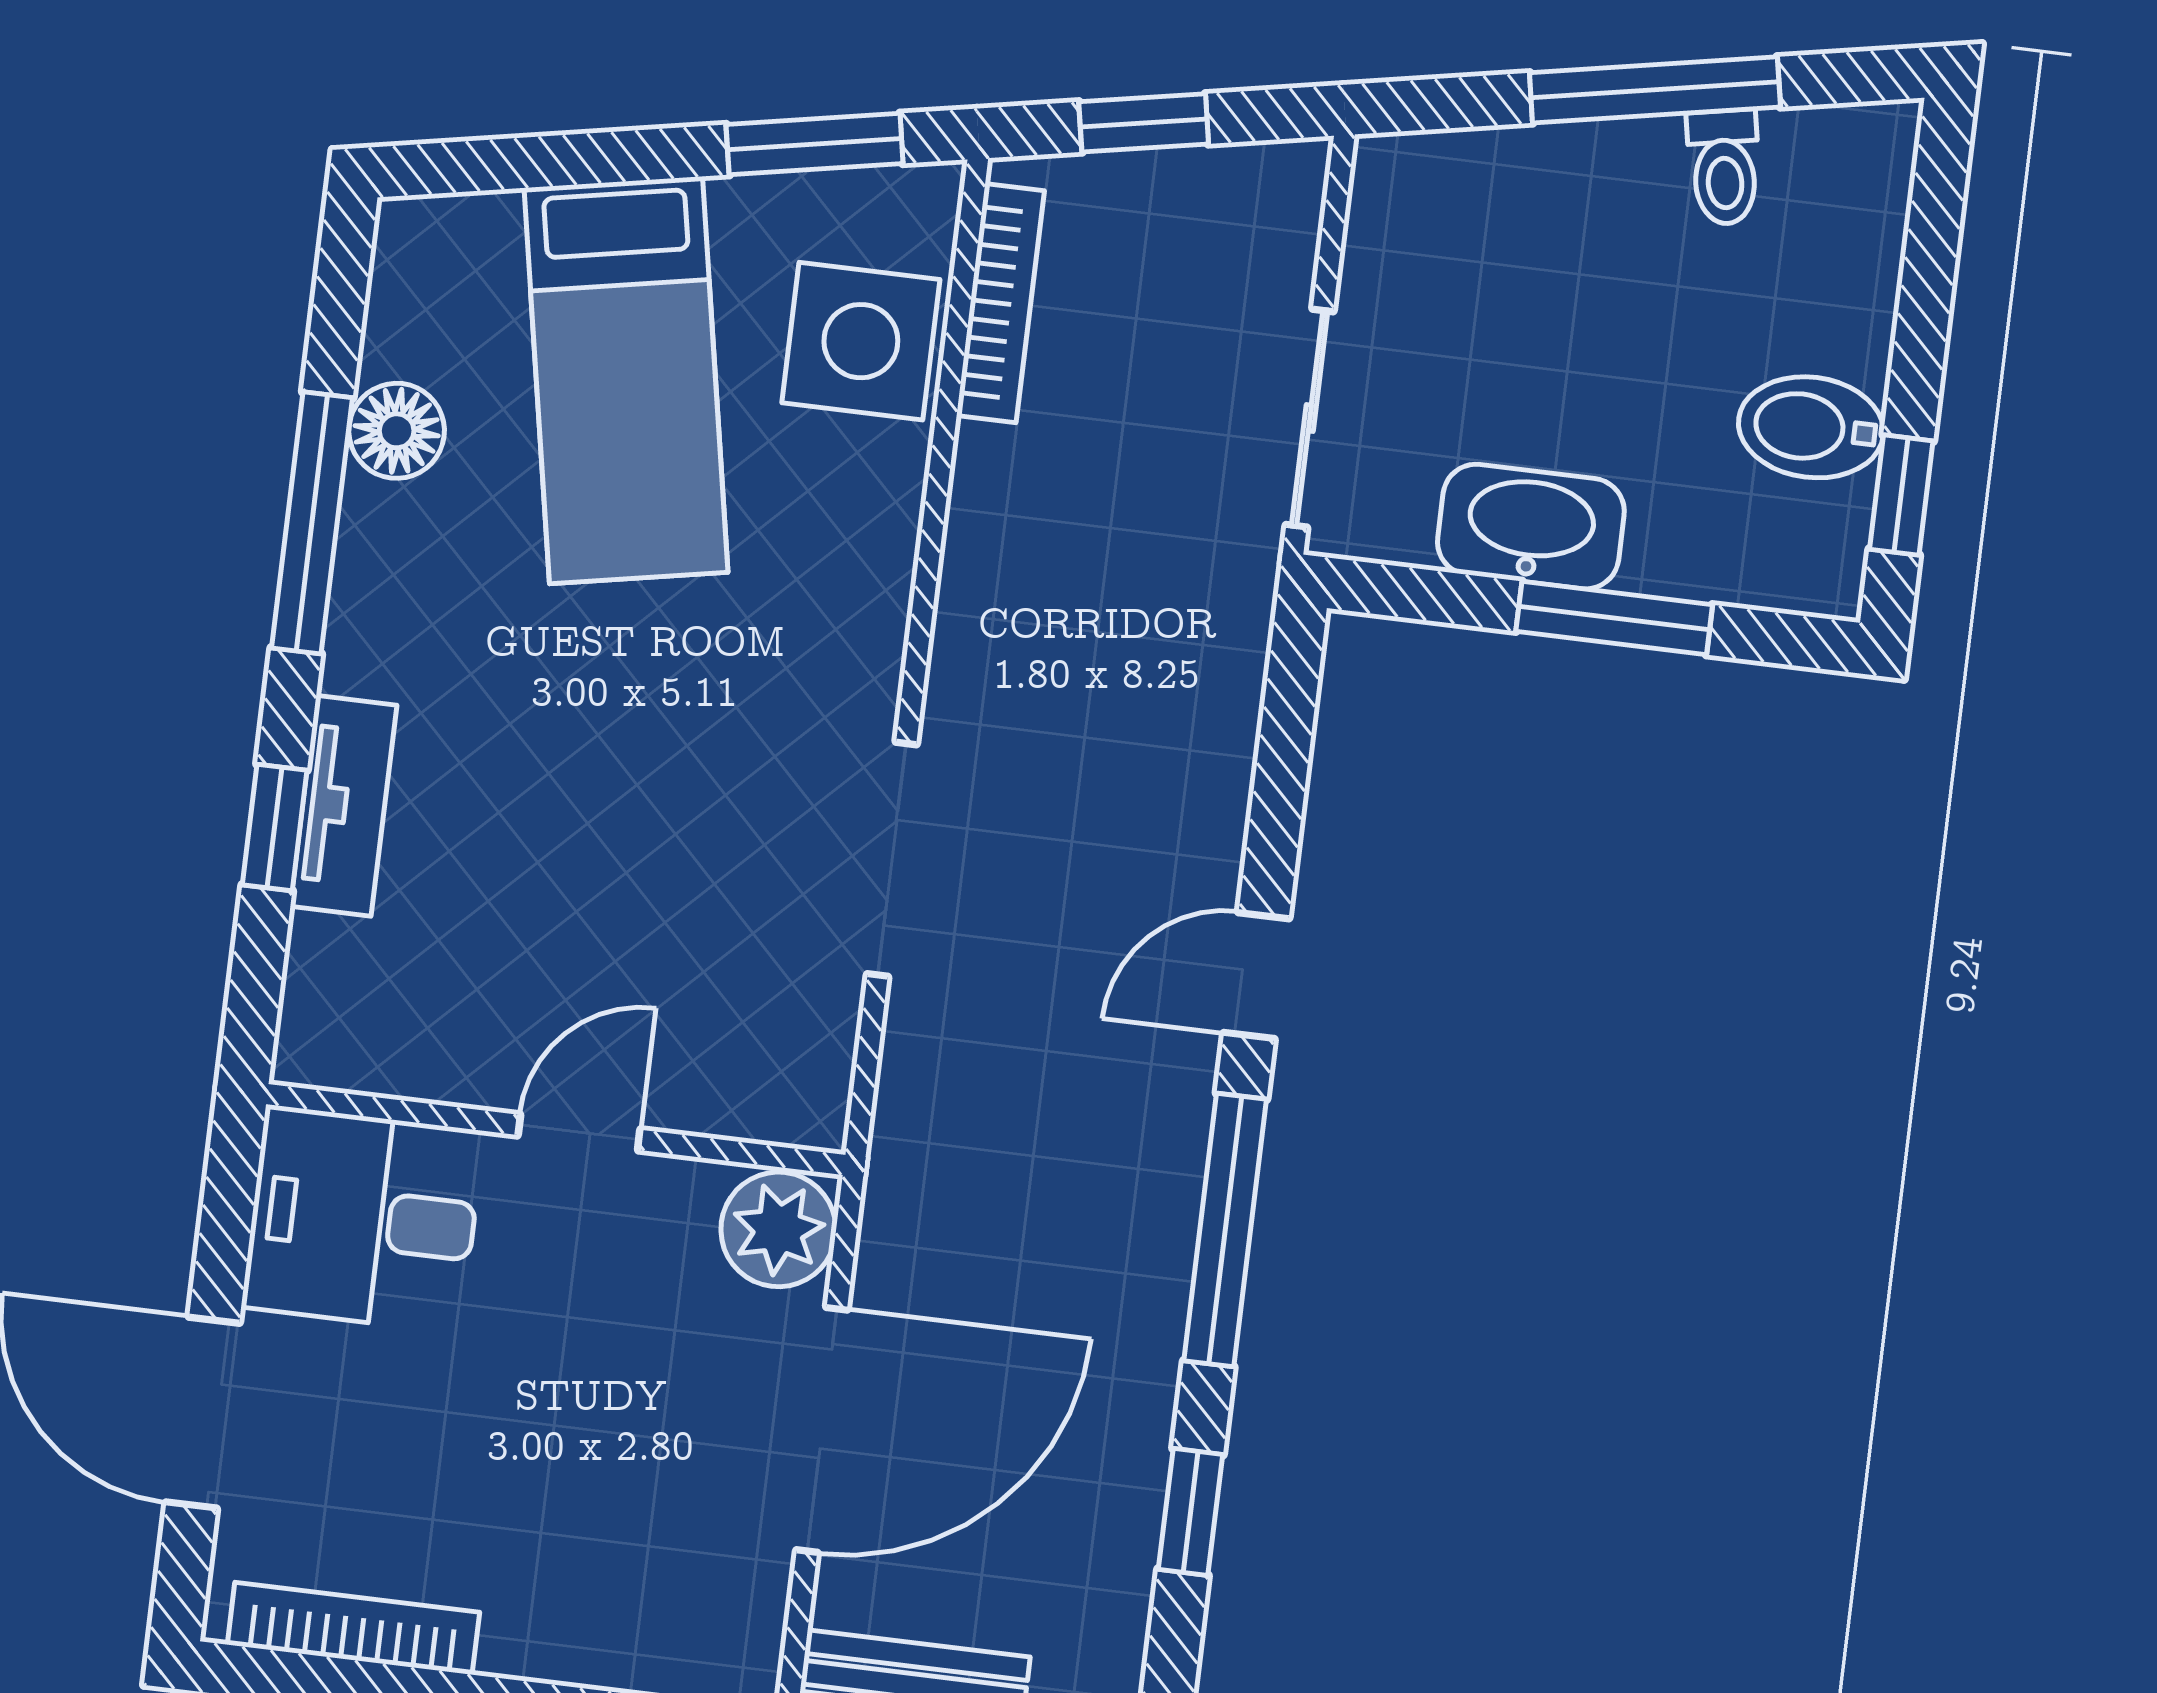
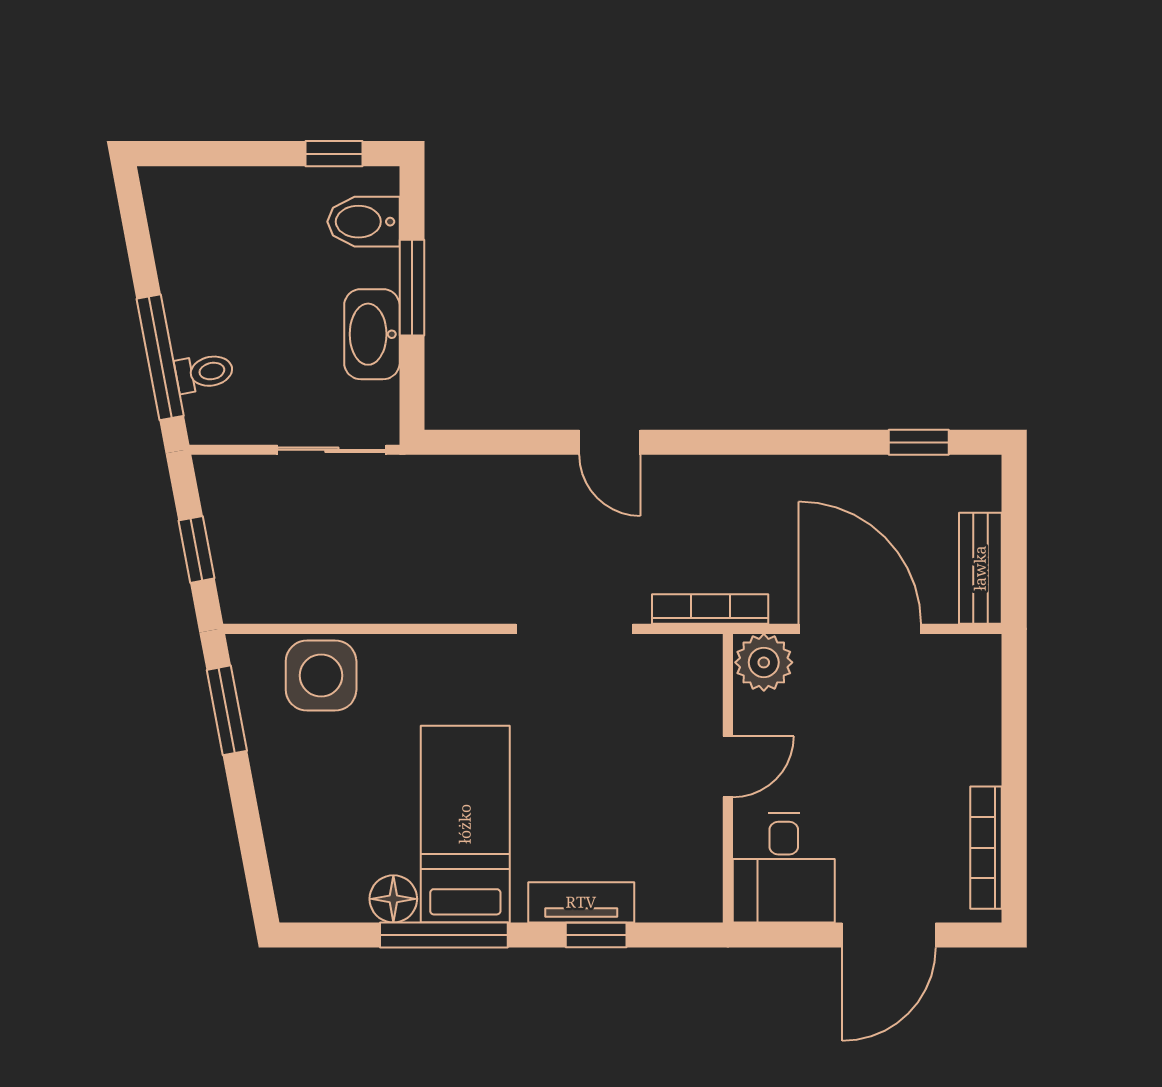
window: (1655, 90) -> (160, 357), moved
toilet: (1724, 167) -> (204, 373), moved
bookcase: (1000, 303) -> (710, 609), moved
bed: (626, 380) -> (465, 824), moved, turned -79
bidet: (1811, 427) -> (363, 222), moved, turned 90
door: (579, 1132) -> (728, 767), swing flipped
window: (1225, 1230) -> (737, 442), removed
window: (1191, 1512) -> (919, 442), moved

